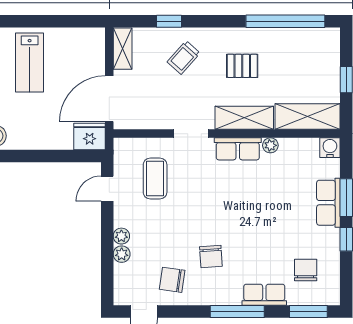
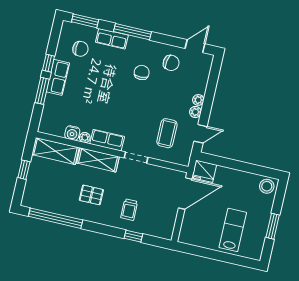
shelving: (123, 49) -> (169, 225), removed
trolley: (184, 57) -> (129, 210), turned 138
water cooler: (330, 148) -> (72, 133), moved
row of seats: (328, 203) -> (58, 77), moved
plant: (122, 254) -> (195, 112), moved
chair: (306, 270) -> (80, 49), turned -90

